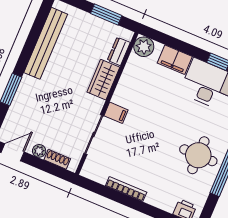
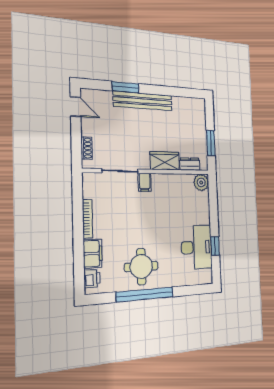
bench: (46, 43) -> (143, 101), moved
filing cabinet: (175, 60) -> (93, 254), moved, turned 180
plant: (39, 151) -> (87, 129), removed

